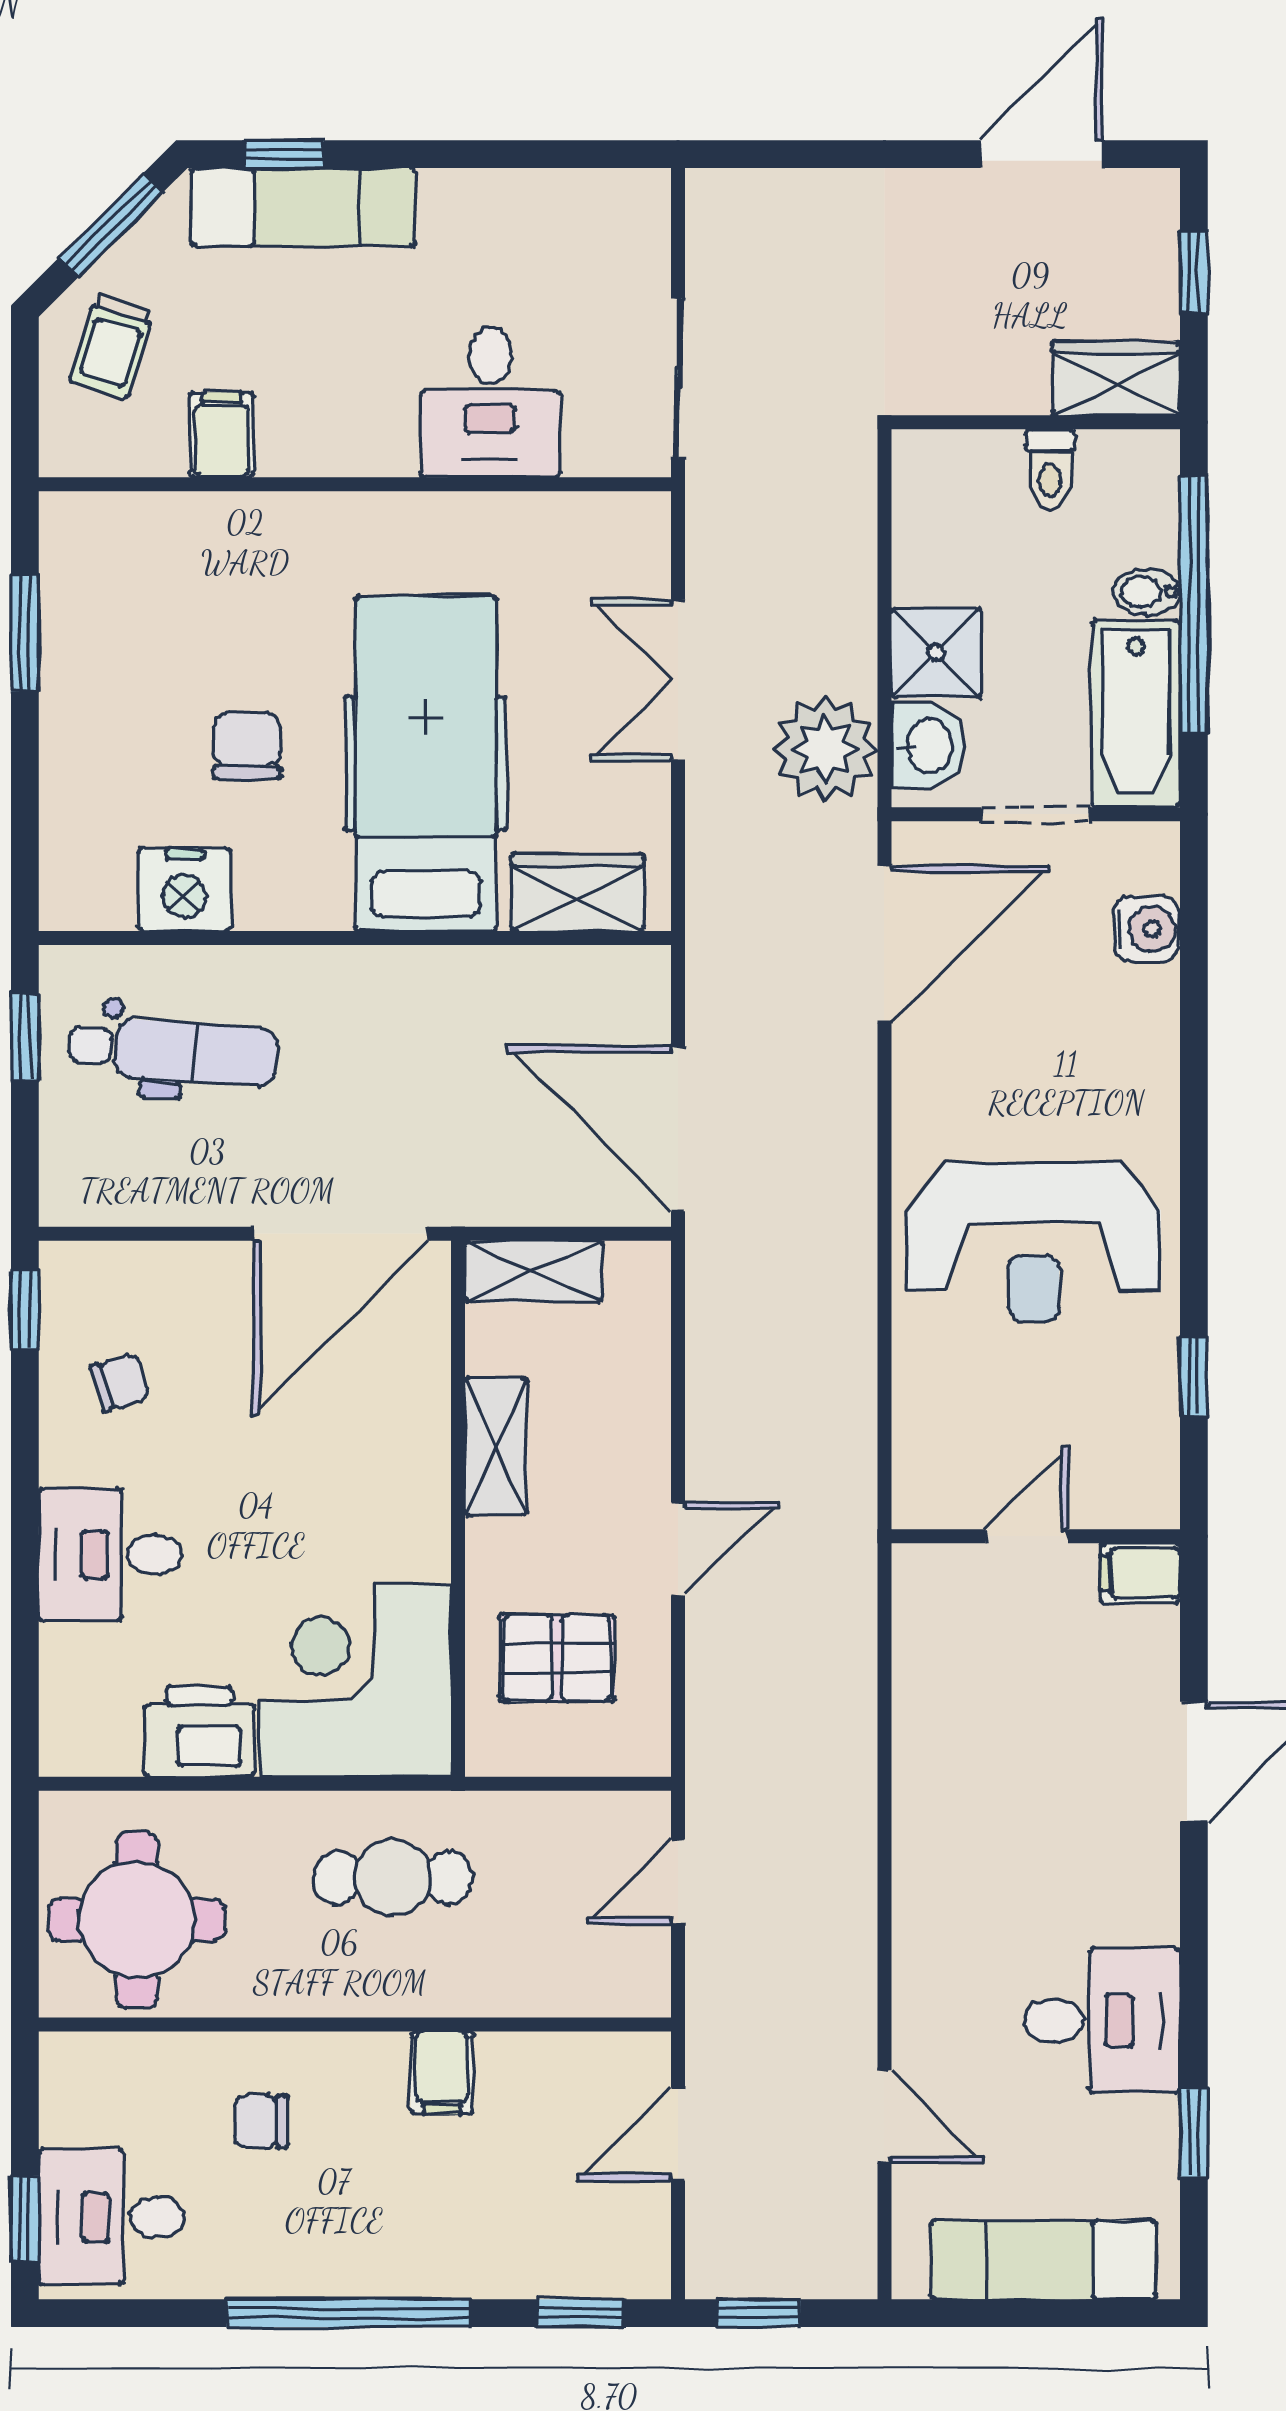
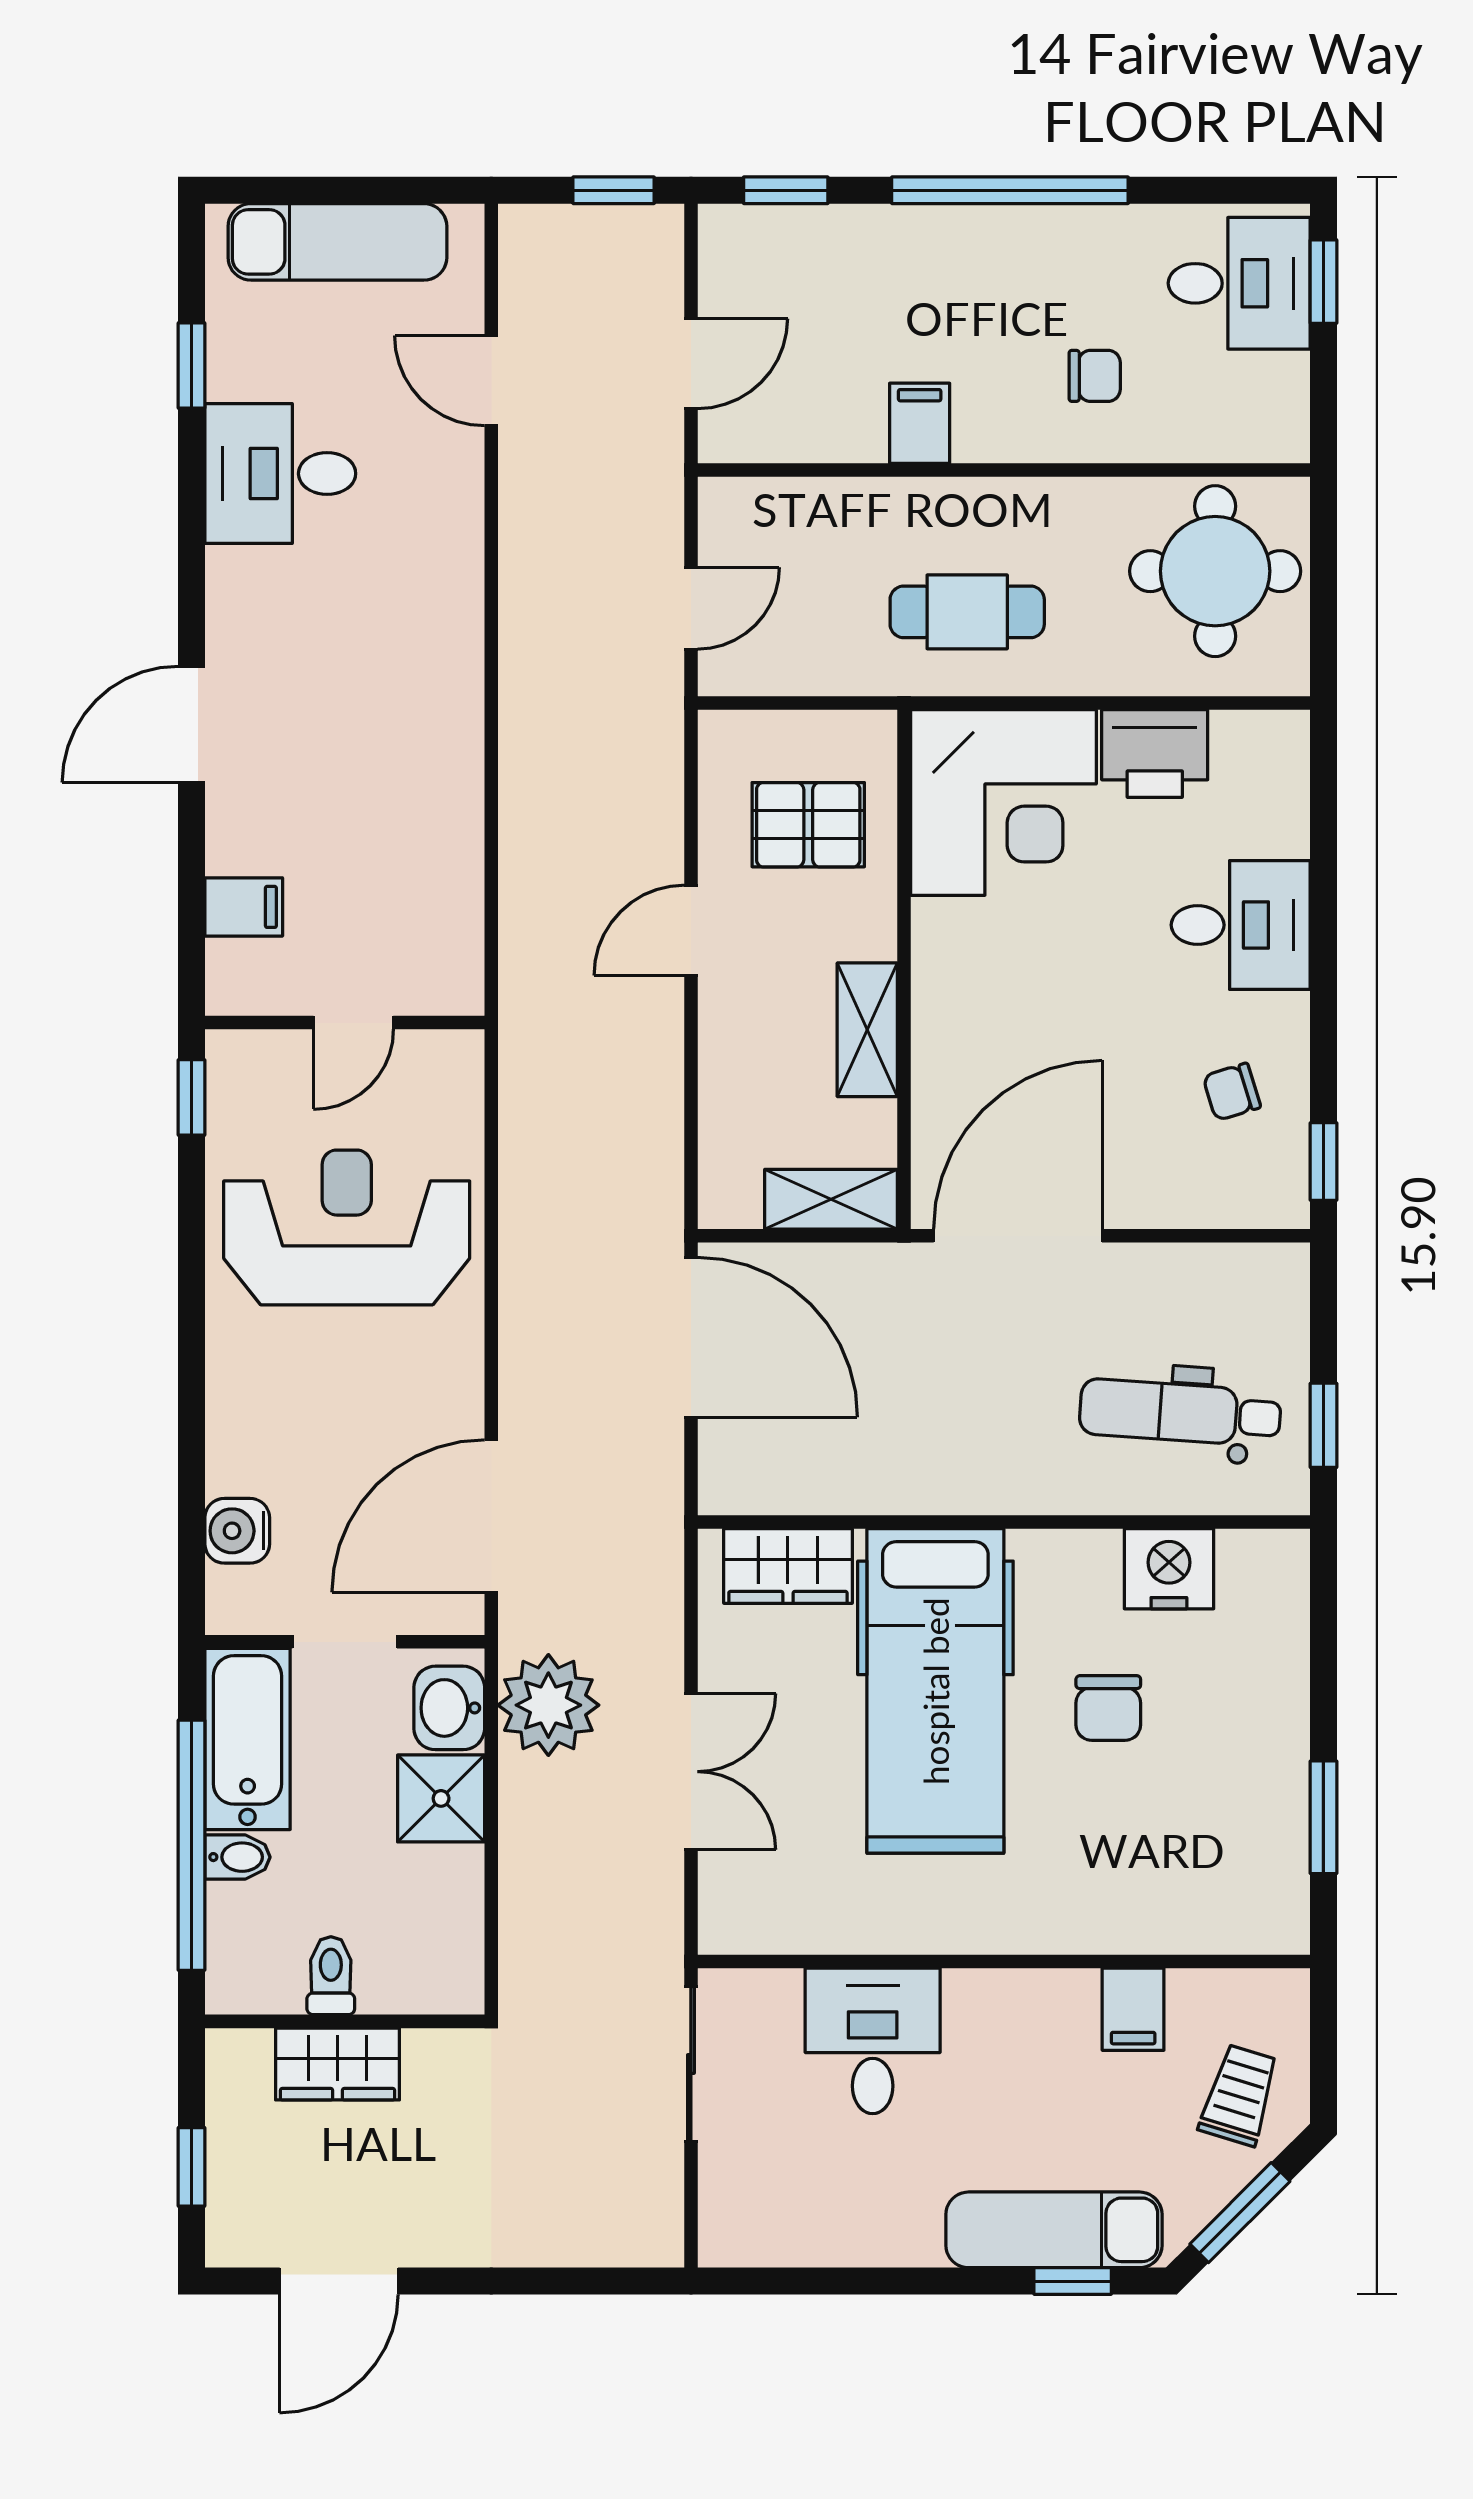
wardrobe: (1116, 378) -> (338, 2064), moved
door: (1027, 1536) -> (353, 1023), moved
wall: (1036, 1536) -> (345, 1023), moved

